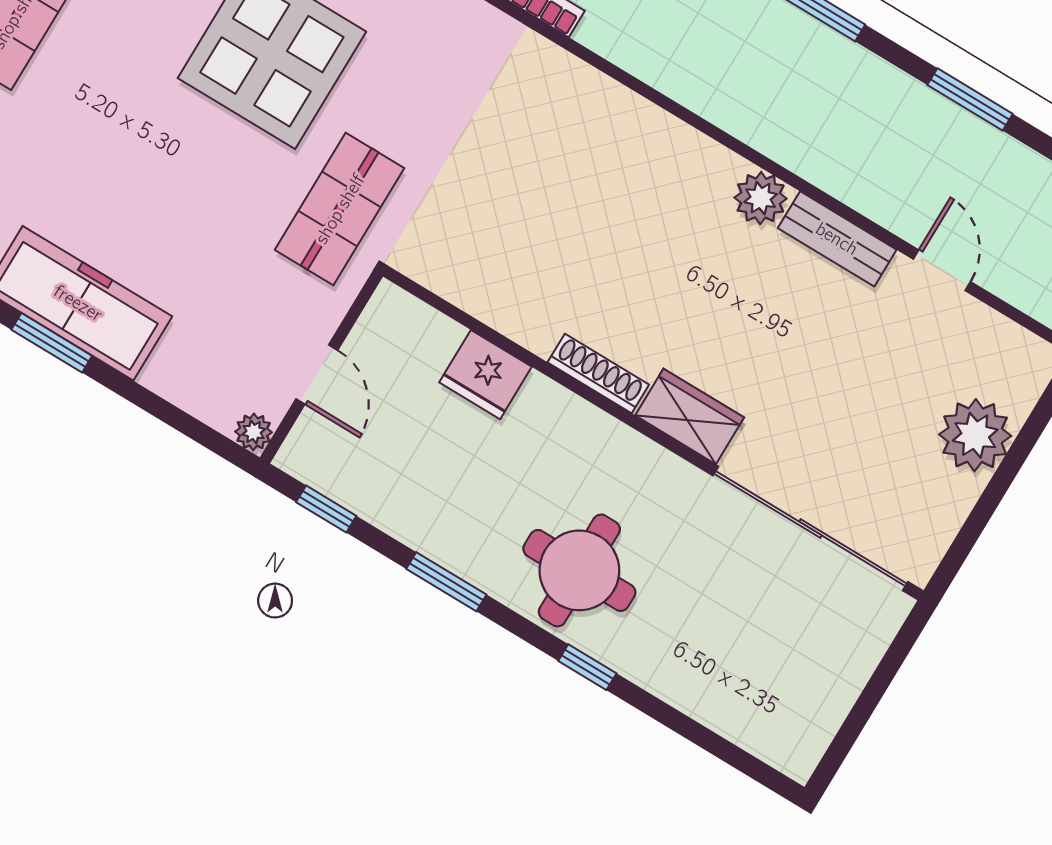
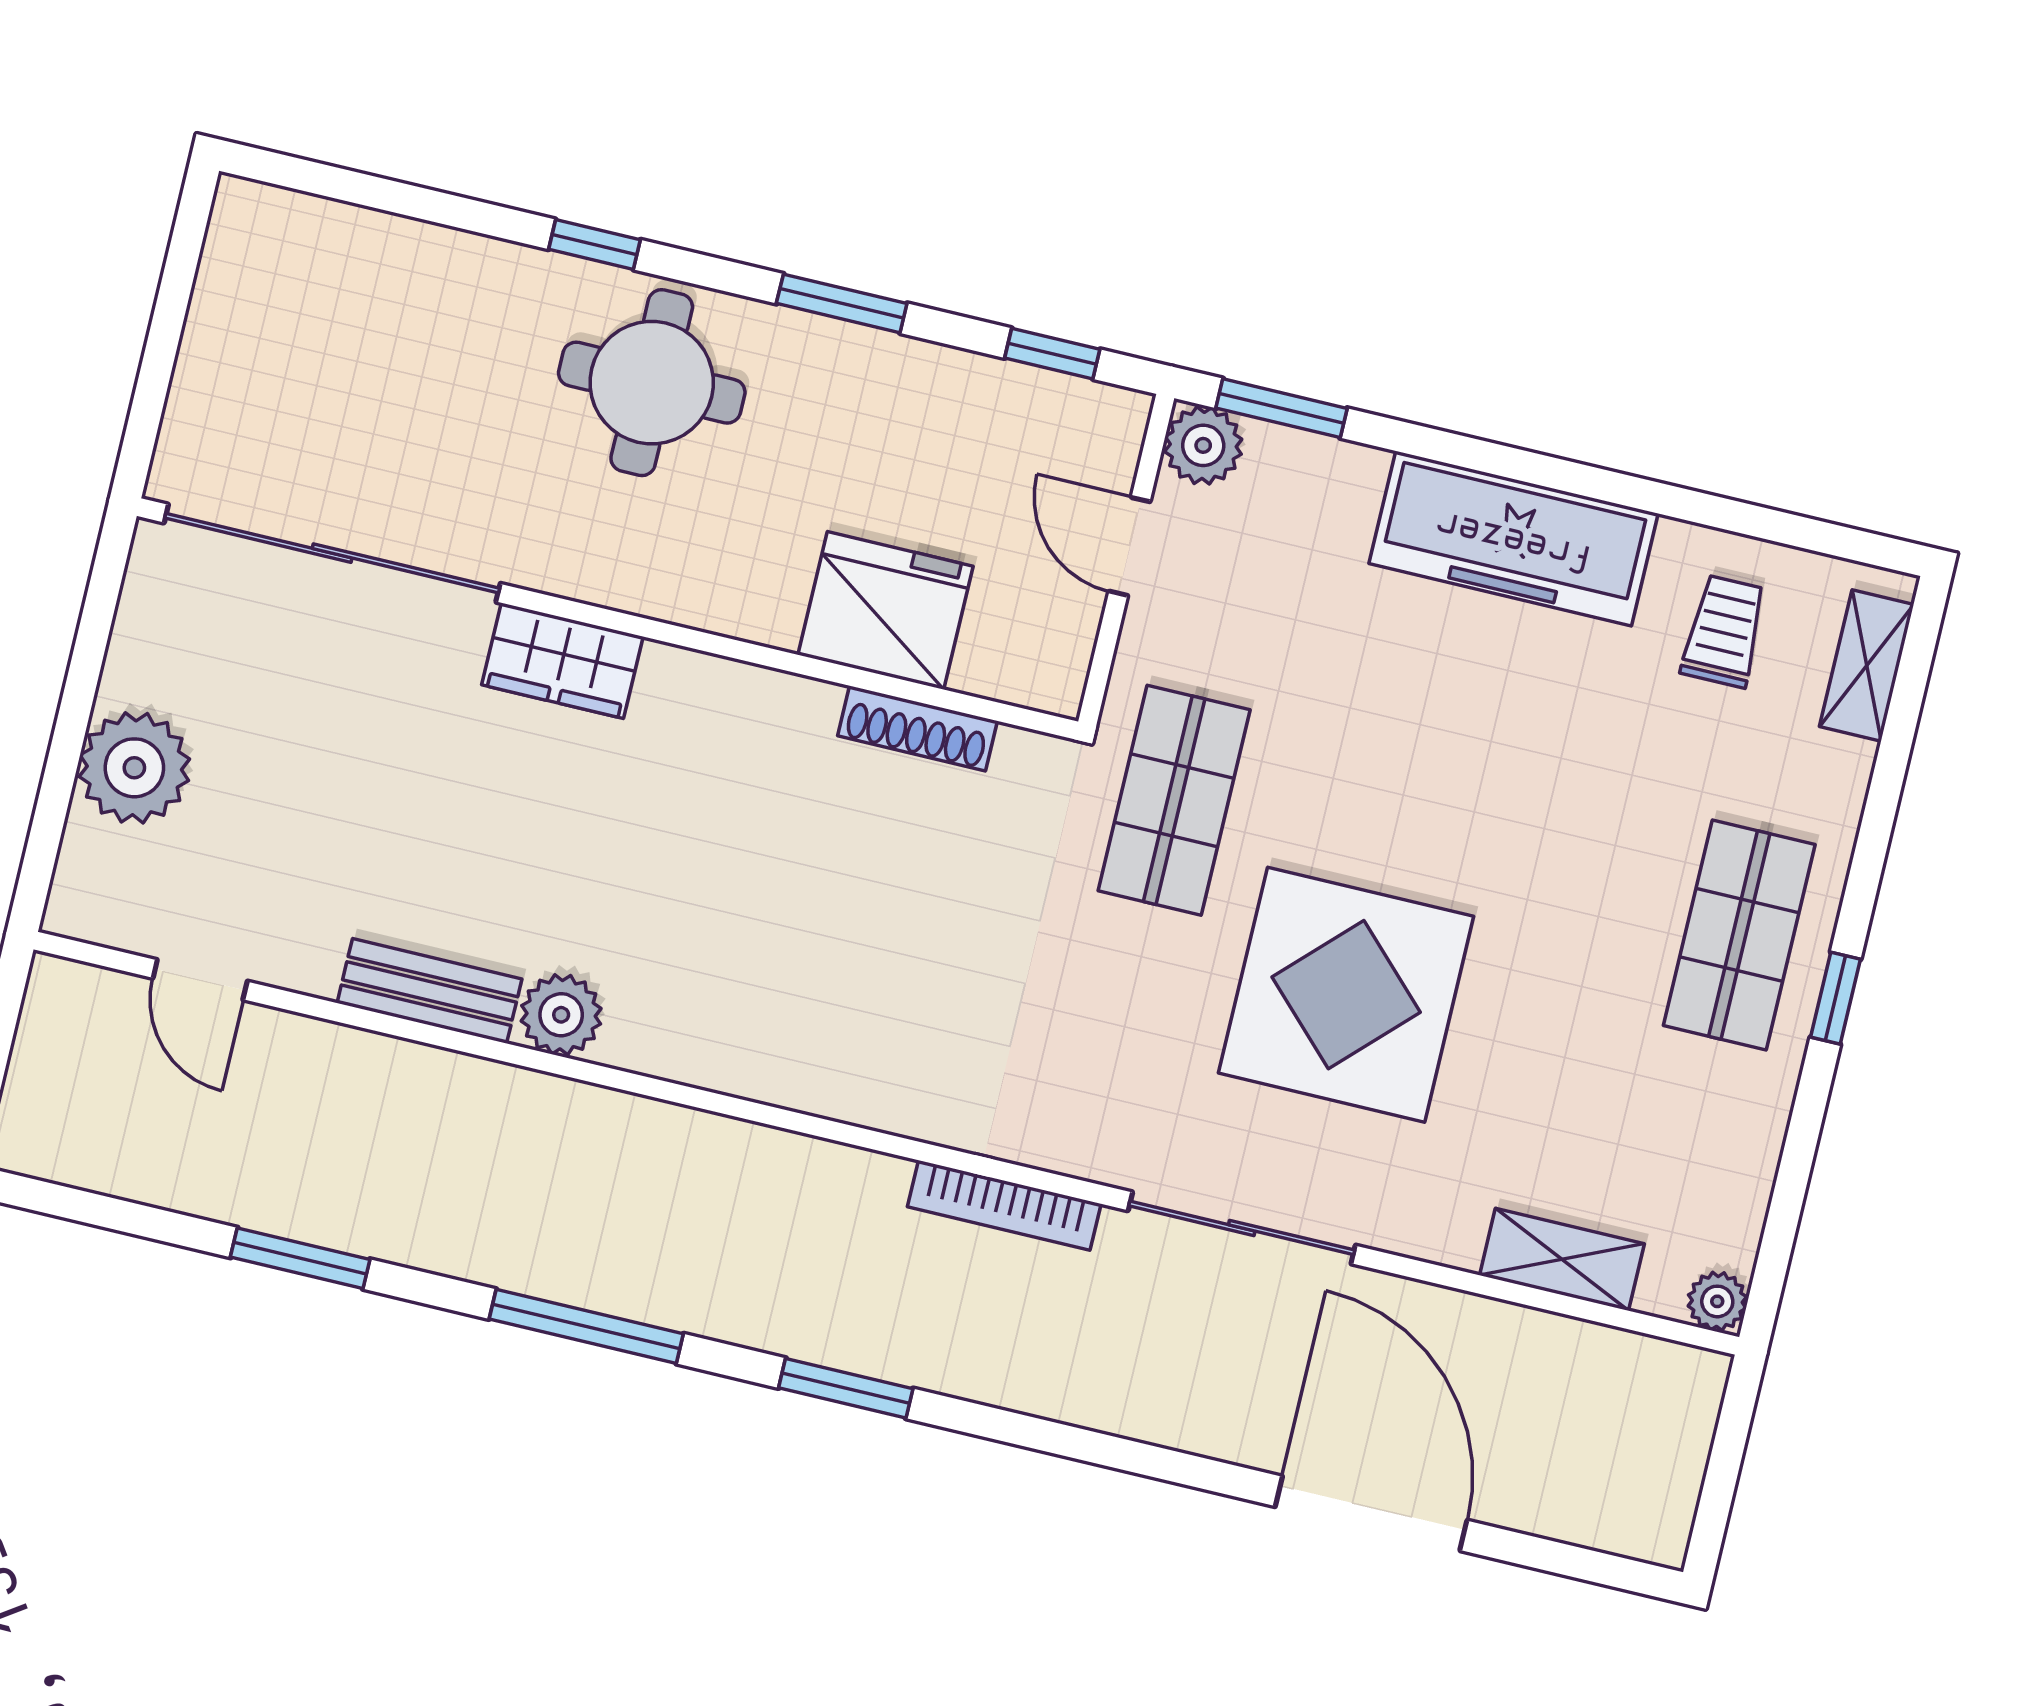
door: (942, 270) -> (200, 980), moved
window: (52, 343) -> (1282, 408), moved
shoe rack: (598, 374) -> (917, 728), moved
fridge: (486, 375) -> (885, 610), width x1.36, depth x1.34
plant: (254, 432) -> (1203, 445), width x1.38, depth x1.38

